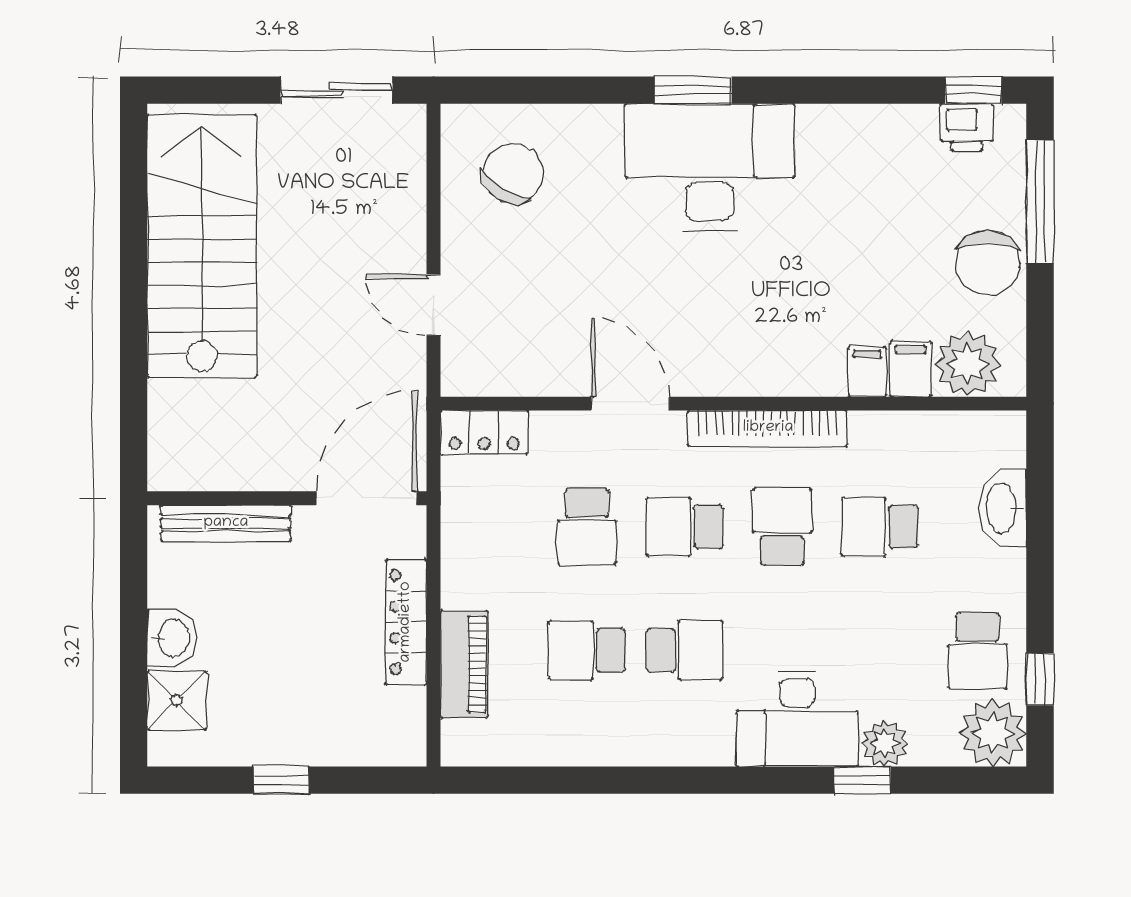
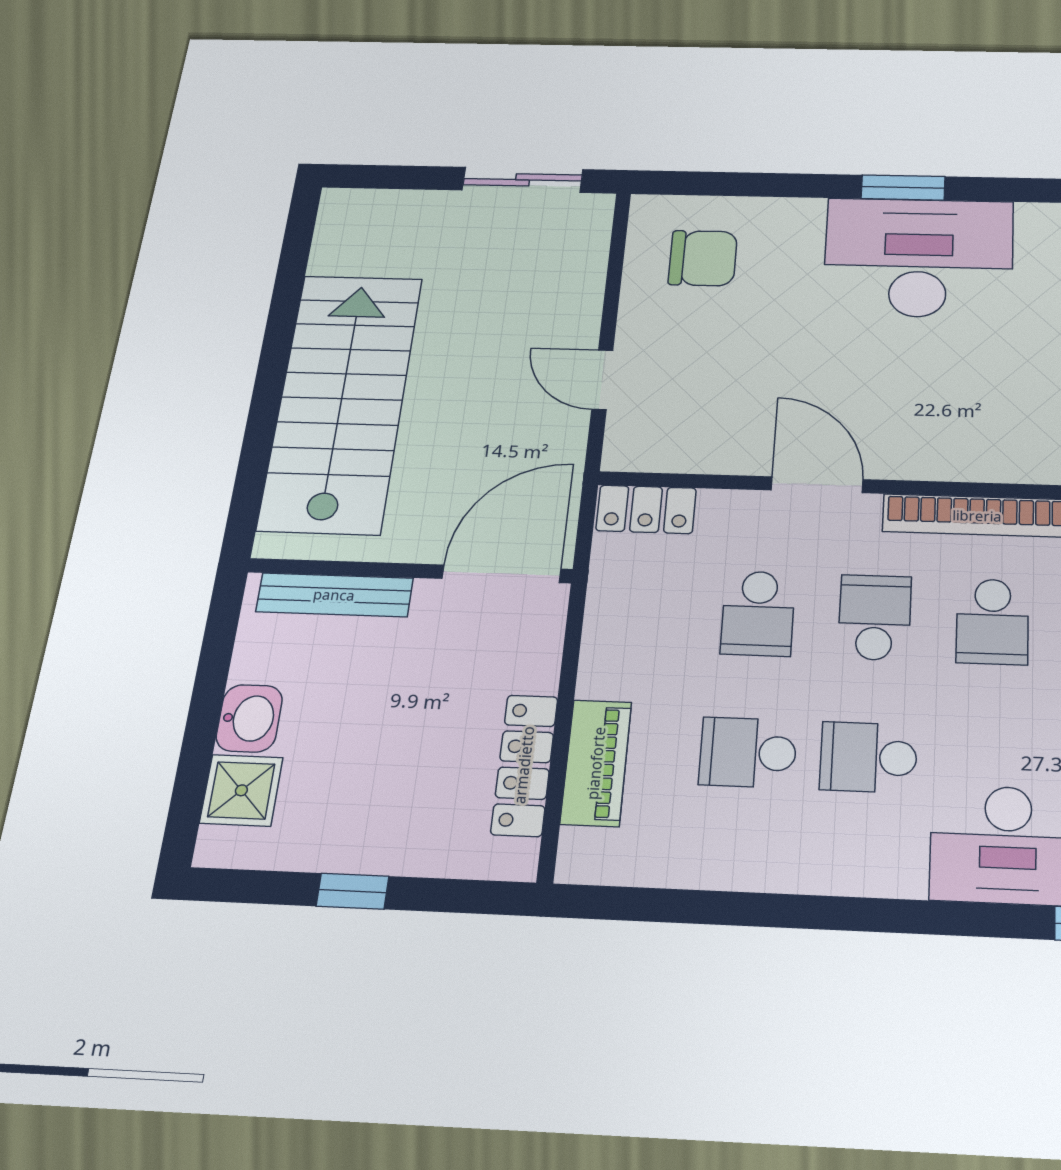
chair: (513, 173) -> (703, 258), turned 58
stairs: (202, 246) -> (341, 402), moved
school desk: (685, 527) -> (875, 617), turned 90
school desk: (782, 527) -> (992, 622), turned 180
locker: (406, 622) -> (524, 765), moved
school desk: (685, 650) -> (868, 757), turned 180

